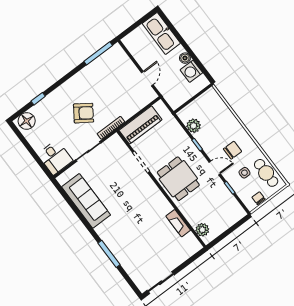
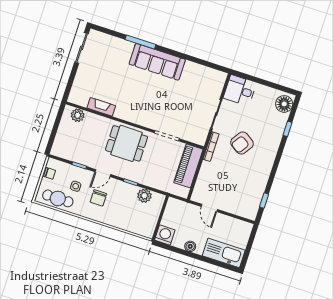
window: (98, 53) -> (264, 200), width x0.46
washing machine: (191, 71) -> (165, 235), moved
sofa: (86, 201) -> (157, 62), moved

